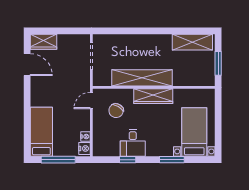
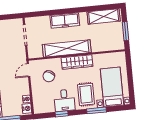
freezer: (143, 43) -> (65, 20), added
rug: (161, 138) -> (86, 94), added

